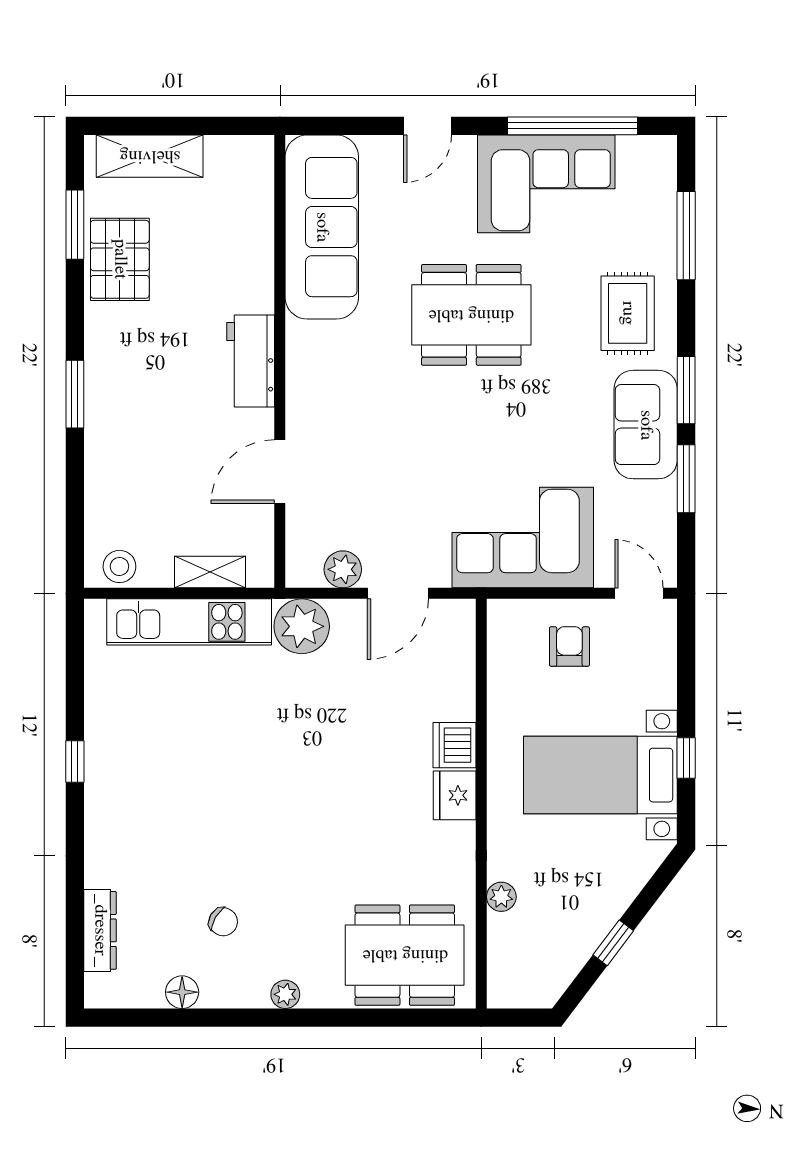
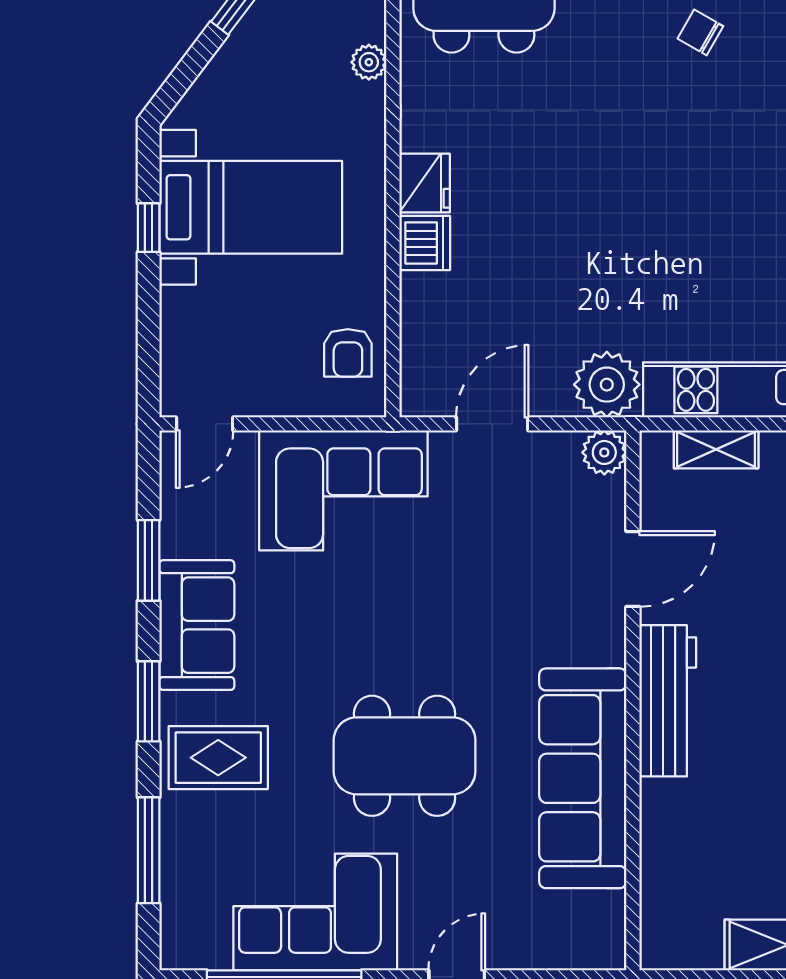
sofa: (322, 227) -> (583, 778), moved
rug: (628, 313) -> (218, 758), turned 90
workbench: (251, 361) -> (668, 701), width x1.38
window: (686, 390) -> (149, 701), moved
plant: (343, 569) -> (604, 452), moved
door: (639, 593) -> (205, 424), hinge flipped
armchair: (569, 647) -> (348, 353), moved

